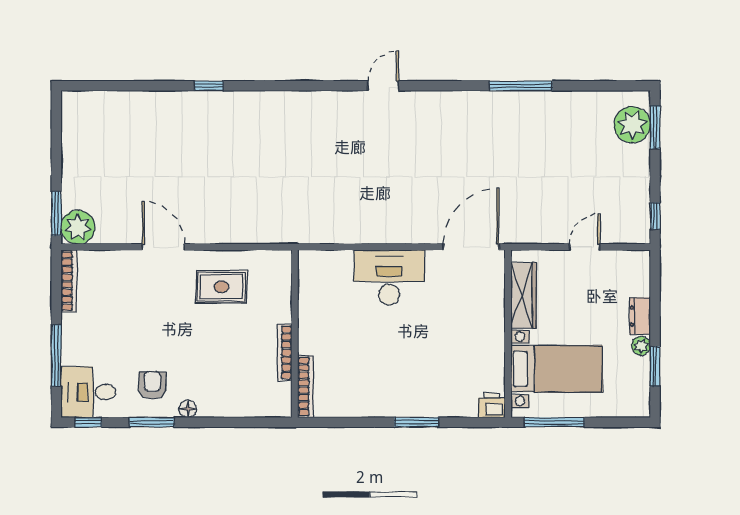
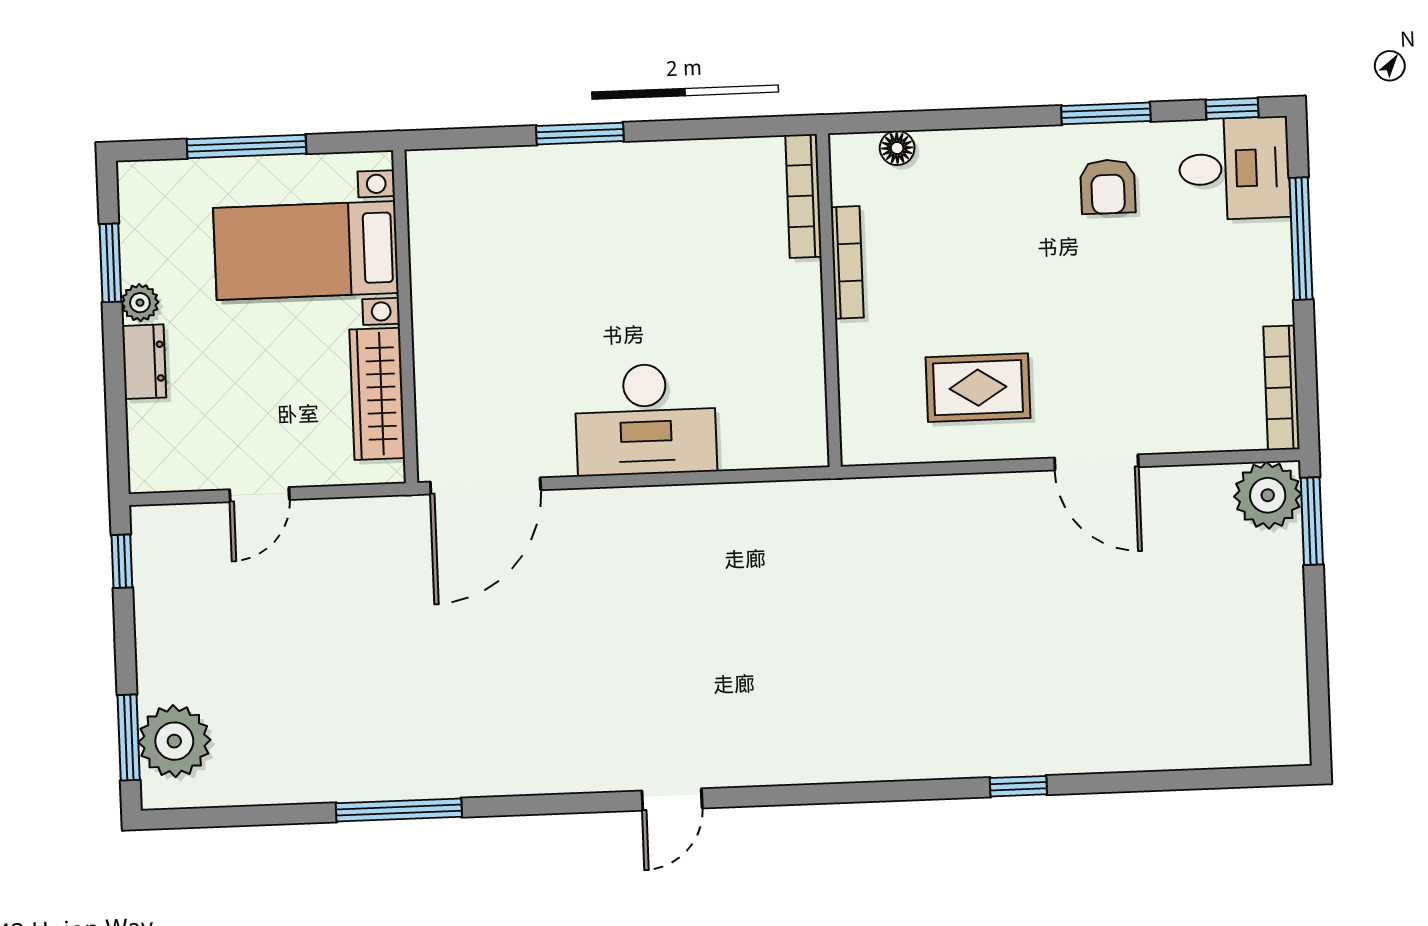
printer: (492, 405) -> (432, 173), removed
floor lamp: (188, 409) -> (897, 148), moved
window: (554, 422) -> (246, 146), moved

